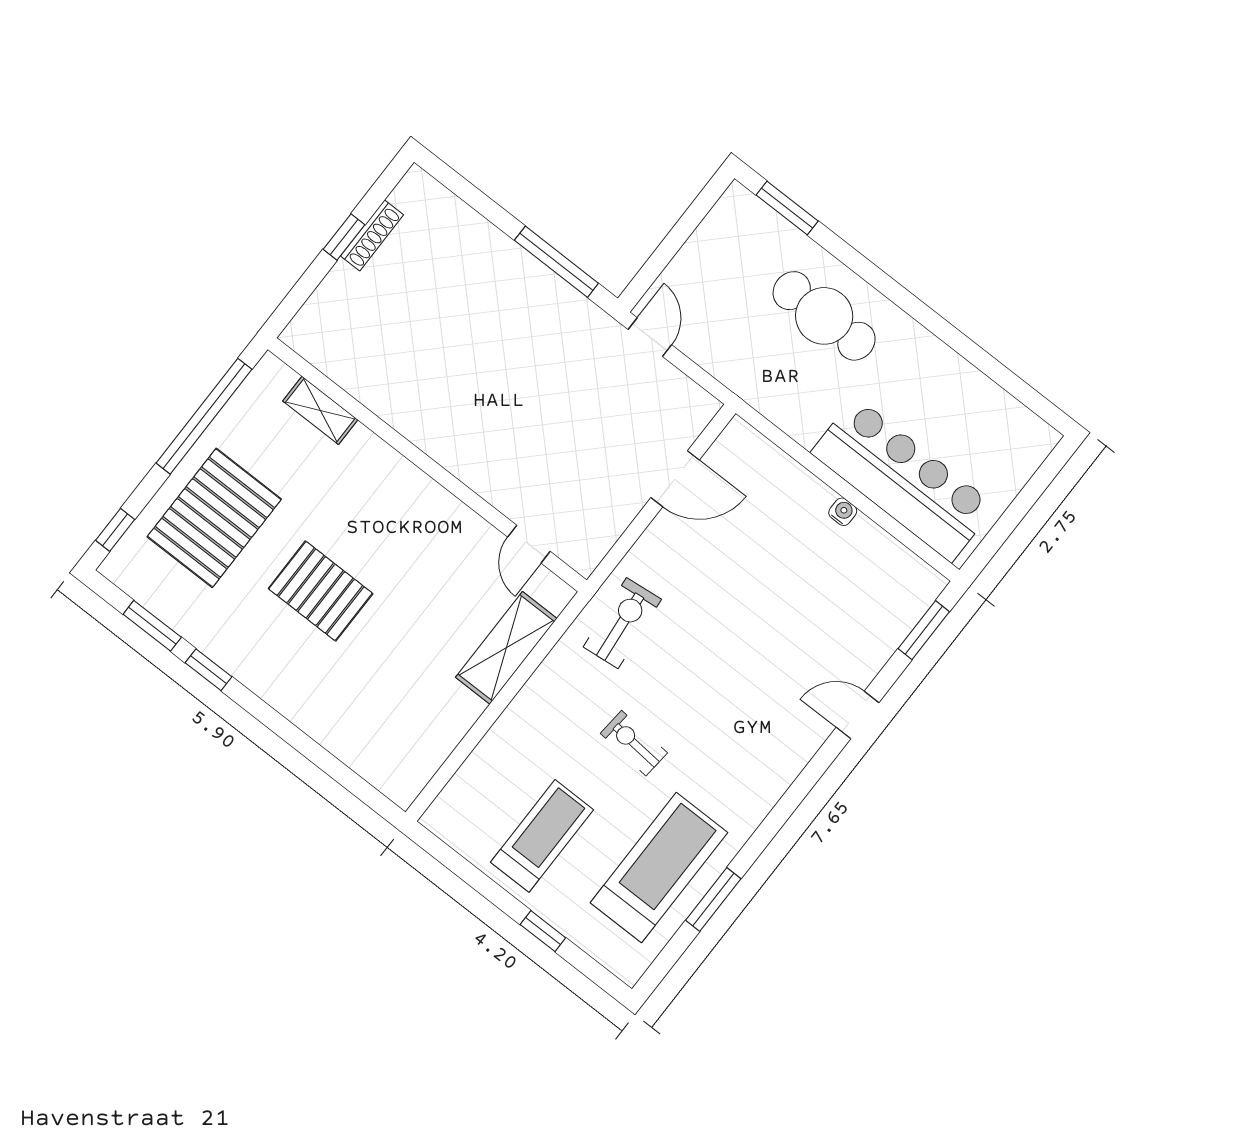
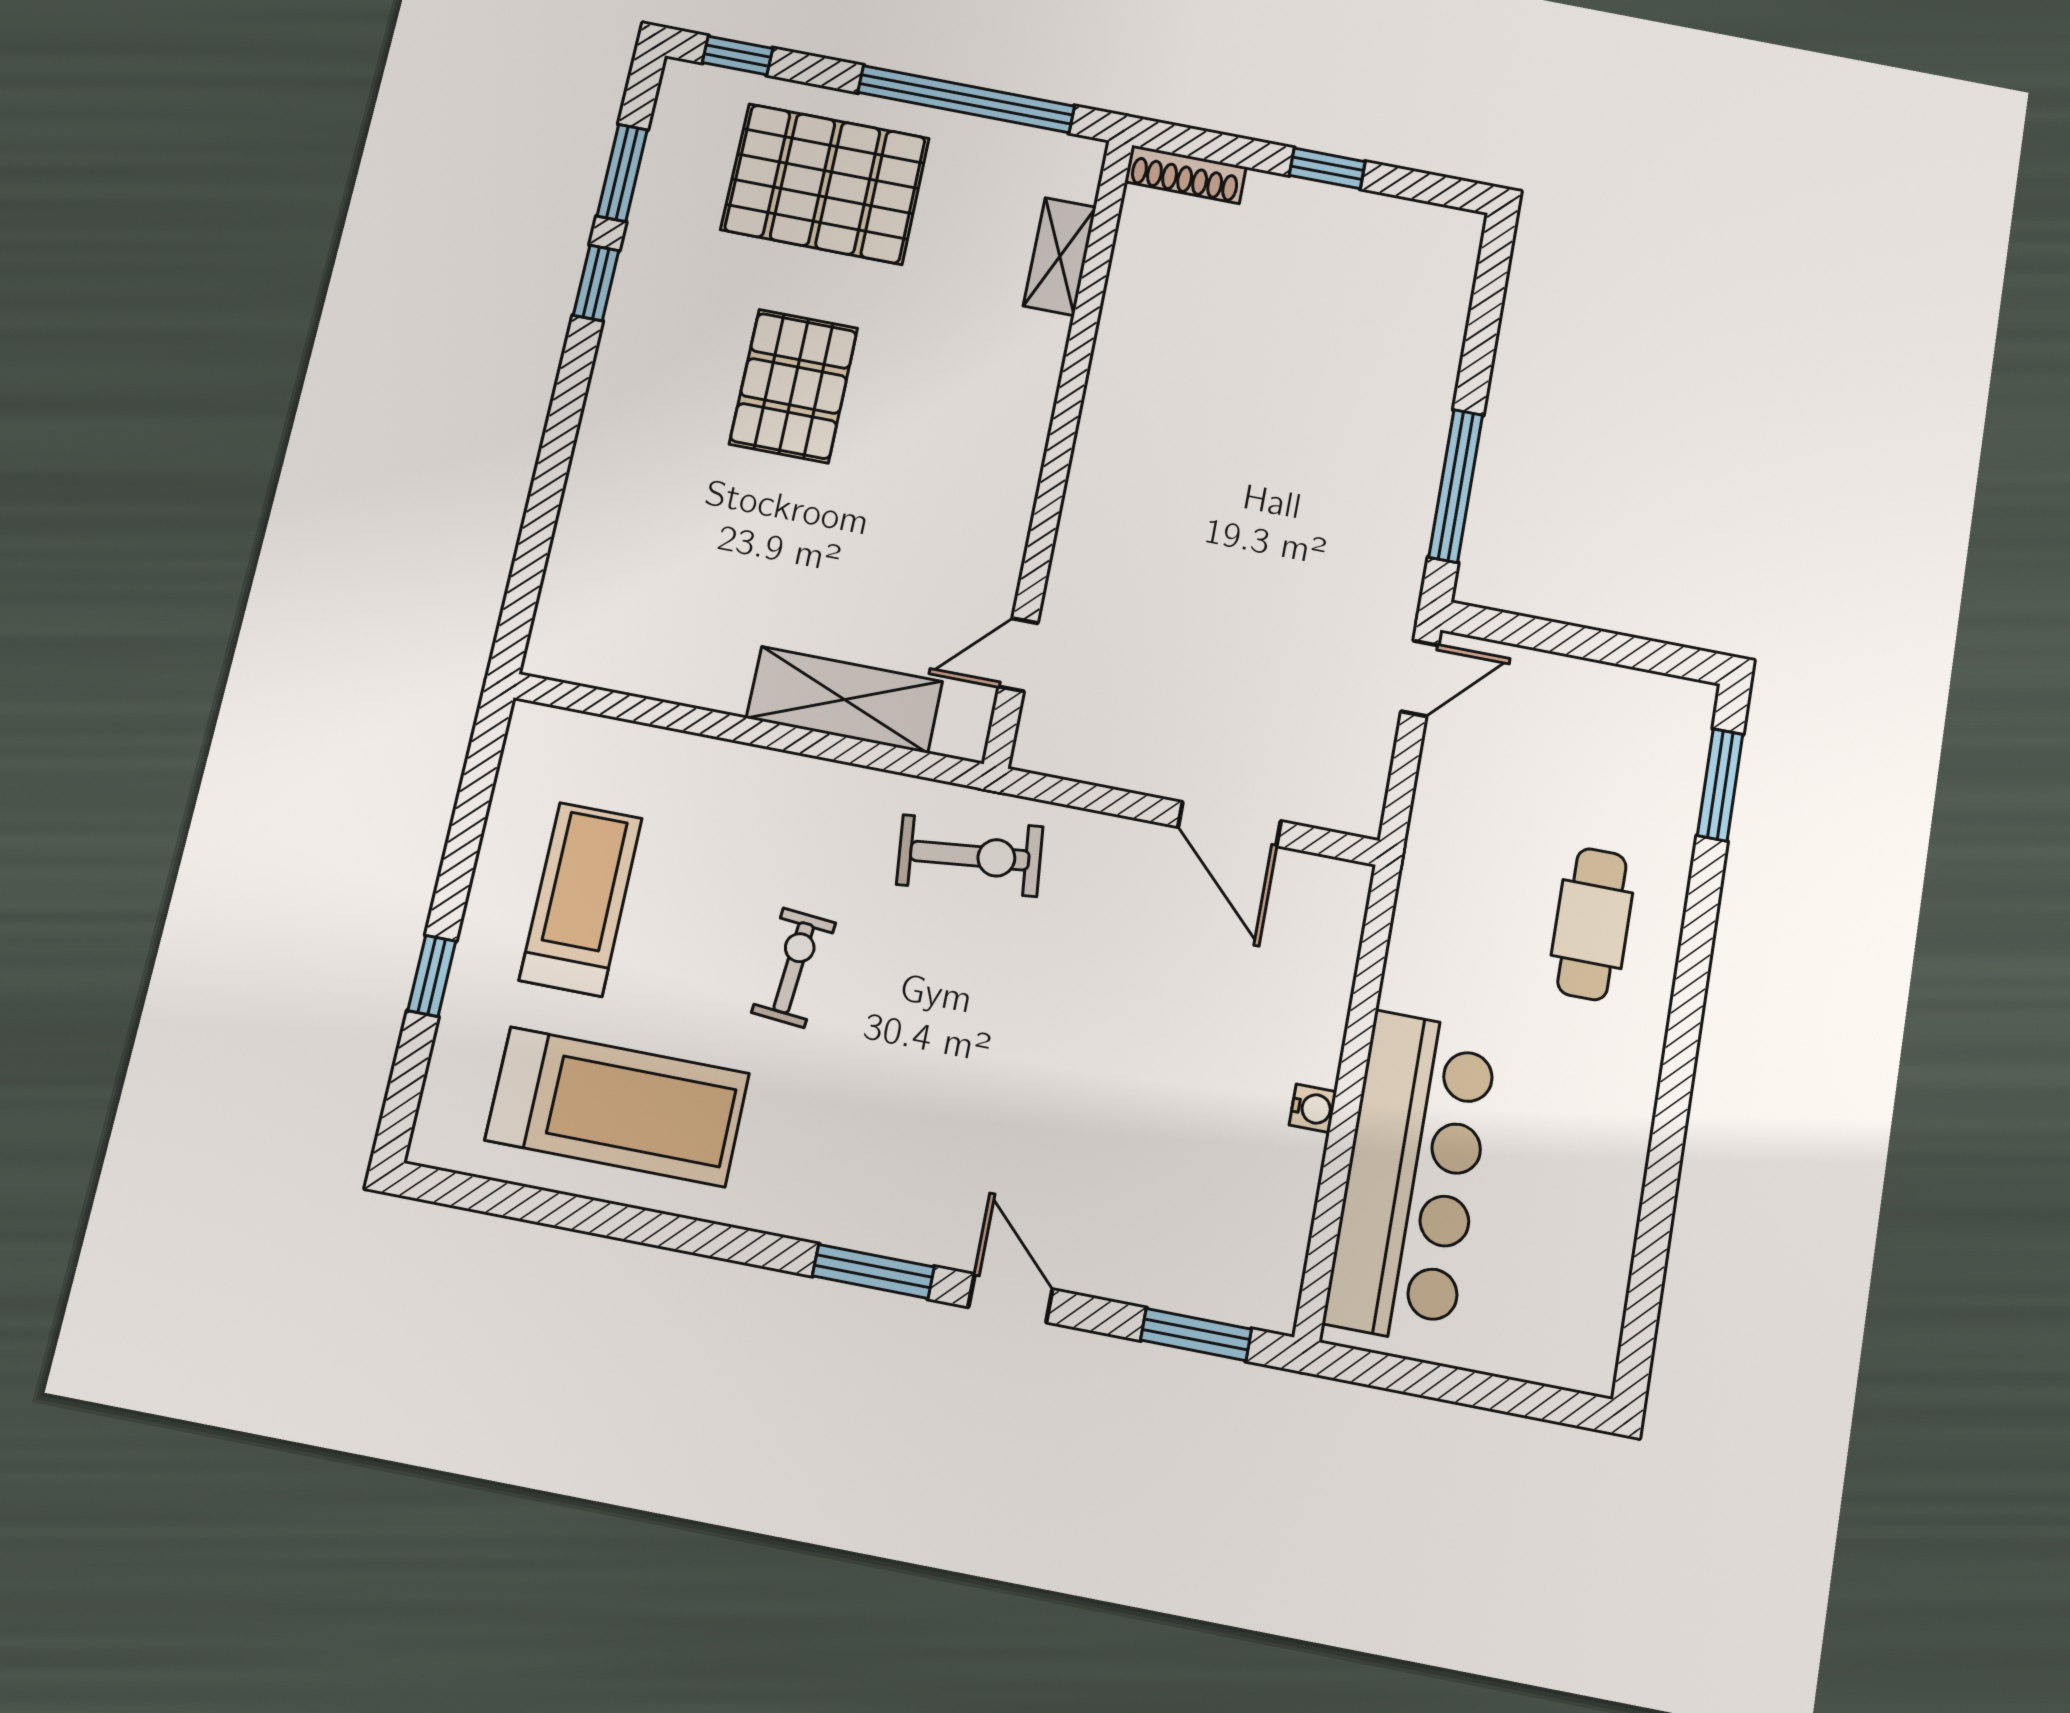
shoe rack: (372, 235) -> (1185, 174), moved
cafe table: (824, 316) -> (1592, 924), width x0.73, depth x0.74
treadmill: (542, 836) -> (581, 899), turned -90
window: (713, 899) -> (873, 1271), moved

